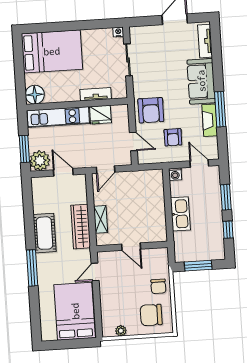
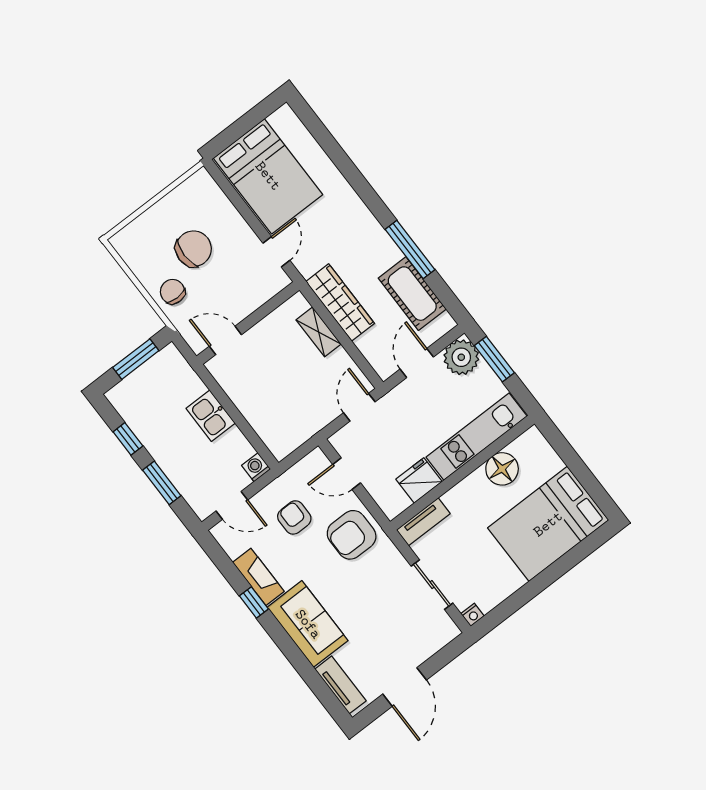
tv unit: (96, 94) -> (423, 522), moved
floor lamp: (35, 95) -> (502, 469), moved
window: (220, 109) -> (254, 602), width x0.46
armchair: (151, 110) -> (352, 535), turned -90
door: (63, 172) -> (417, 363), swing flipped
kitchen sink: (180, 214) -> (211, 416), width x0.73
cot: (45, 233) -> (412, 294), moved
door: (131, 247) -> (225, 340), moved
window: (32, 268) -> (410, 250), moved
chair: (151, 315) -> (193, 249), moved
plant: (121, 331) -> (184, 193), removed

